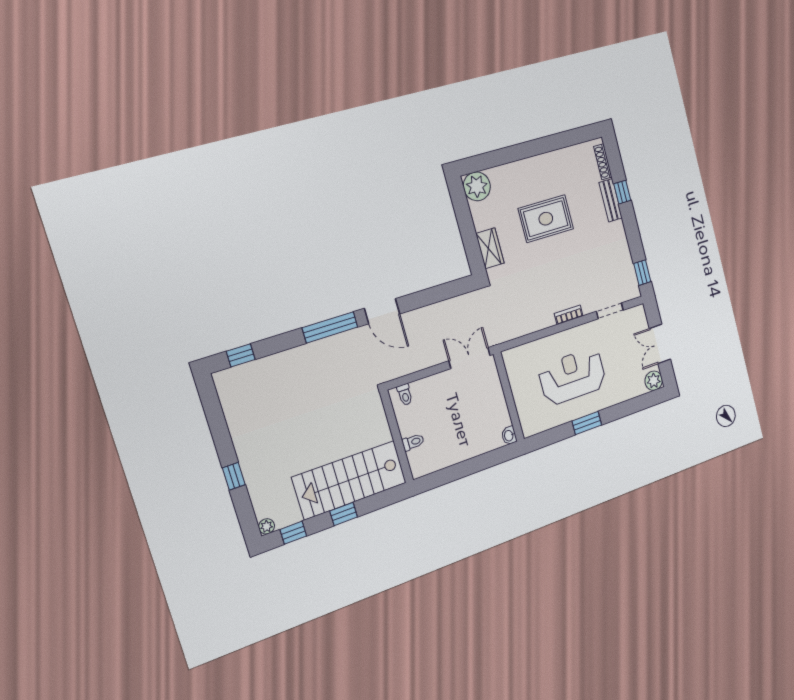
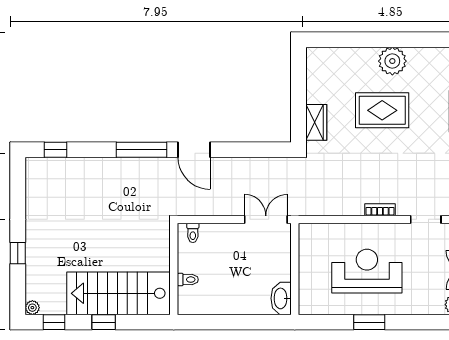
plant: (477, 186) -> (392, 61), moved
washbasin: (509, 436) -> (281, 298), width x1.91, depth x1.45

